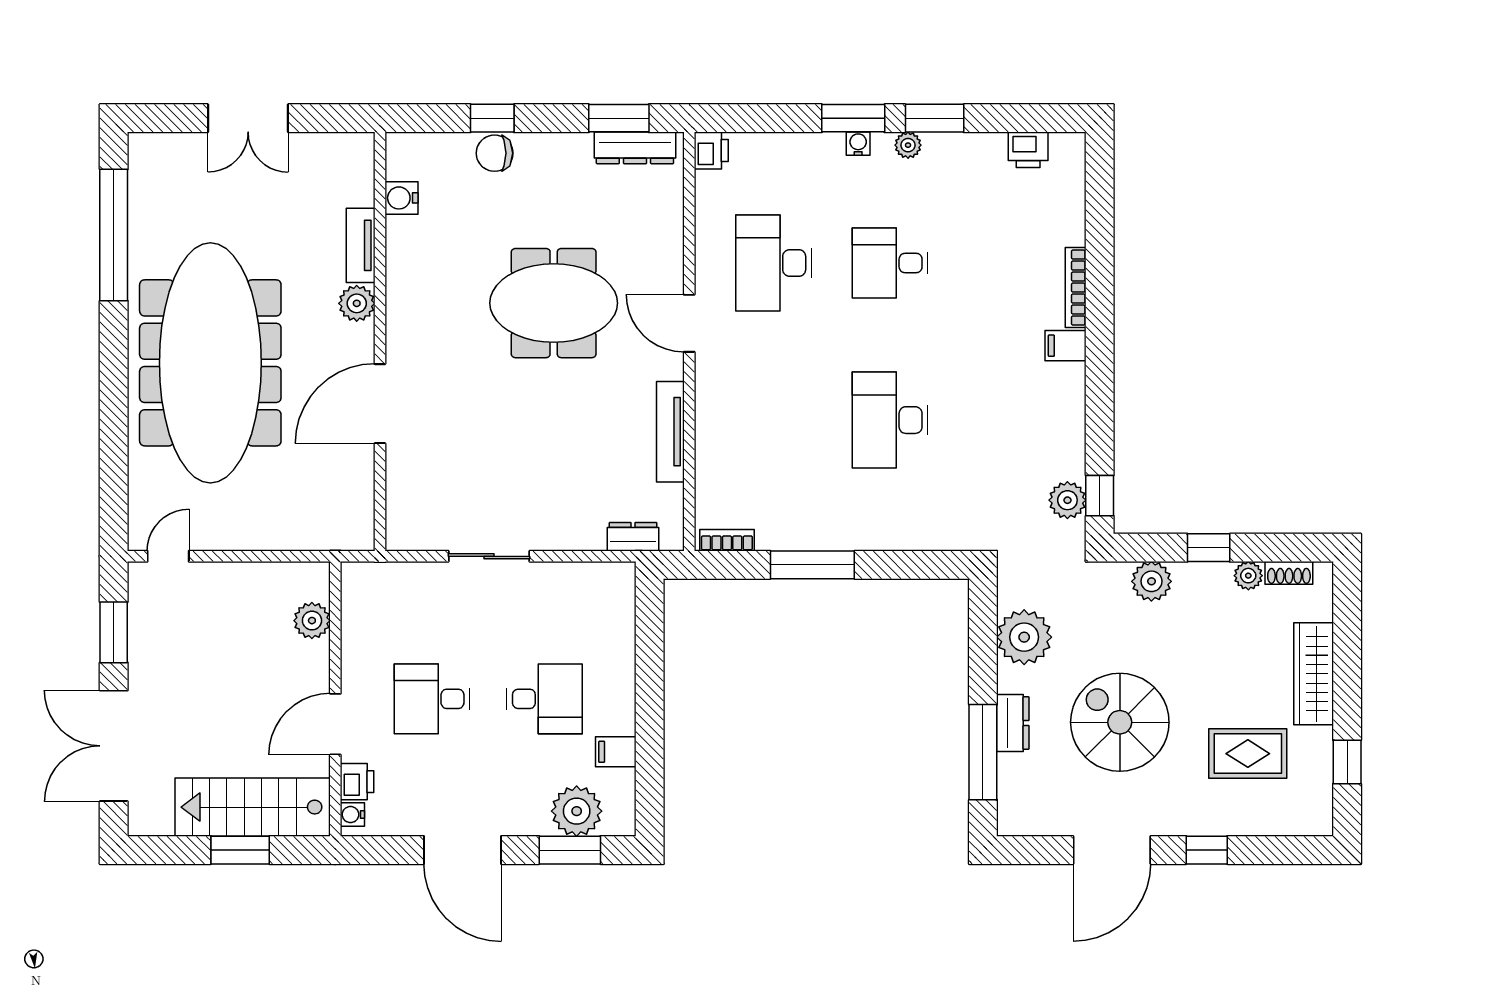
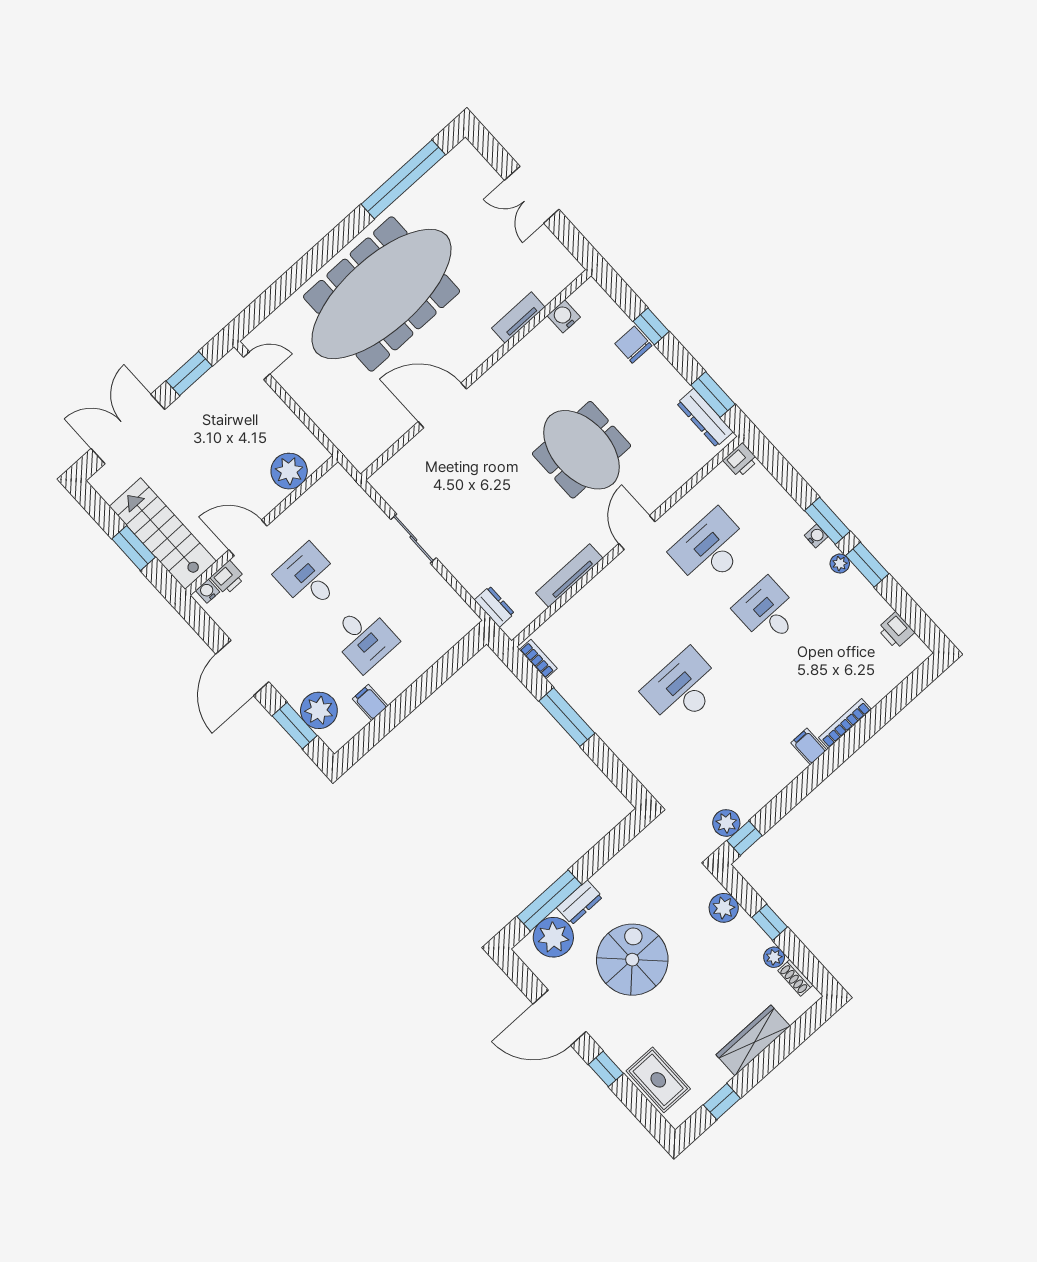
plant: (357, 303) -> (485, 344), removed
plant: (312, 621) -> (289, 471), width x1.36, depth x1.36
plant: (1024, 637) -> (553, 937), moved
rug: (1248, 754) -> (658, 1080), moved

